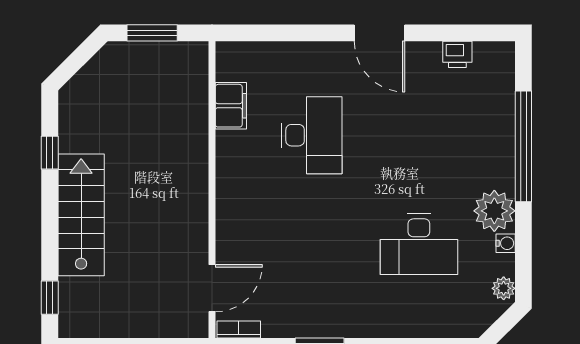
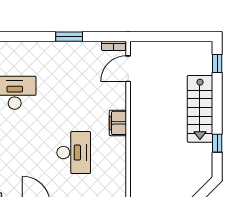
filing cabinet: (231, 106) -> (118, 123), moved
desk: (311, 135) -> (74, 153), turned 180

